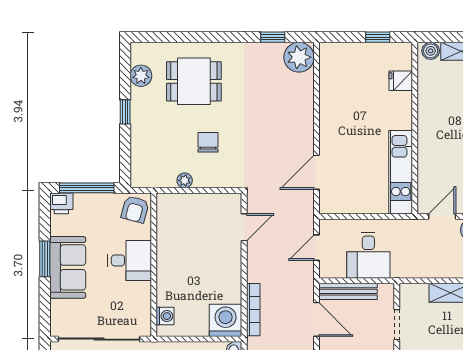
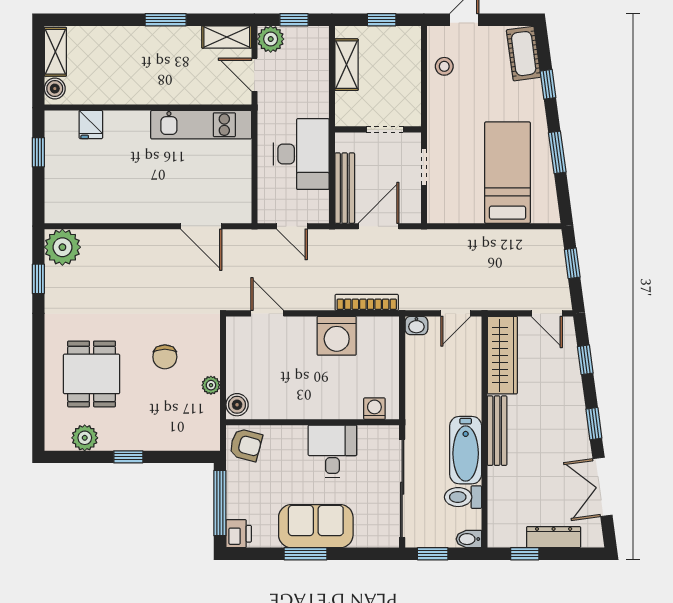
chair: (208, 142) -> (165, 357), turned -90
boiler: (168, 202) -> (237, 405), added
desk: (368, 255) -> (301, 154), width x1.37
desk: (130, 260) -> (332, 451), moved
washing machine: (226, 320) -> (337, 336), moved, turned -90

